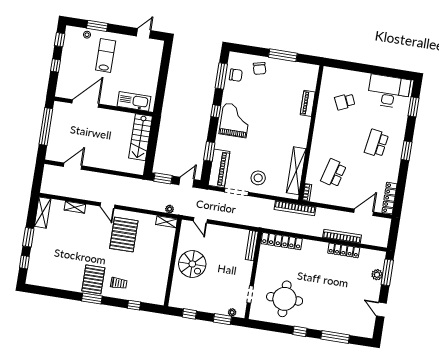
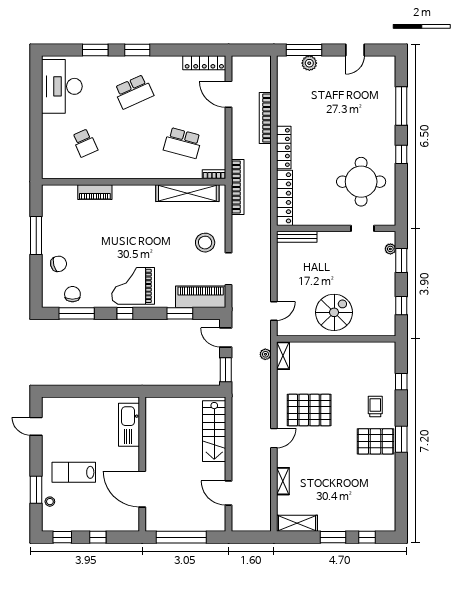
window: (414, 107) -> (95, 50), moved
stairs: (140, 137) -> (214, 431), moved, turned 90
school desk: (377, 143) -> (134, 92), turned -33
locker: (344, 250) -> (284, 147), moved

